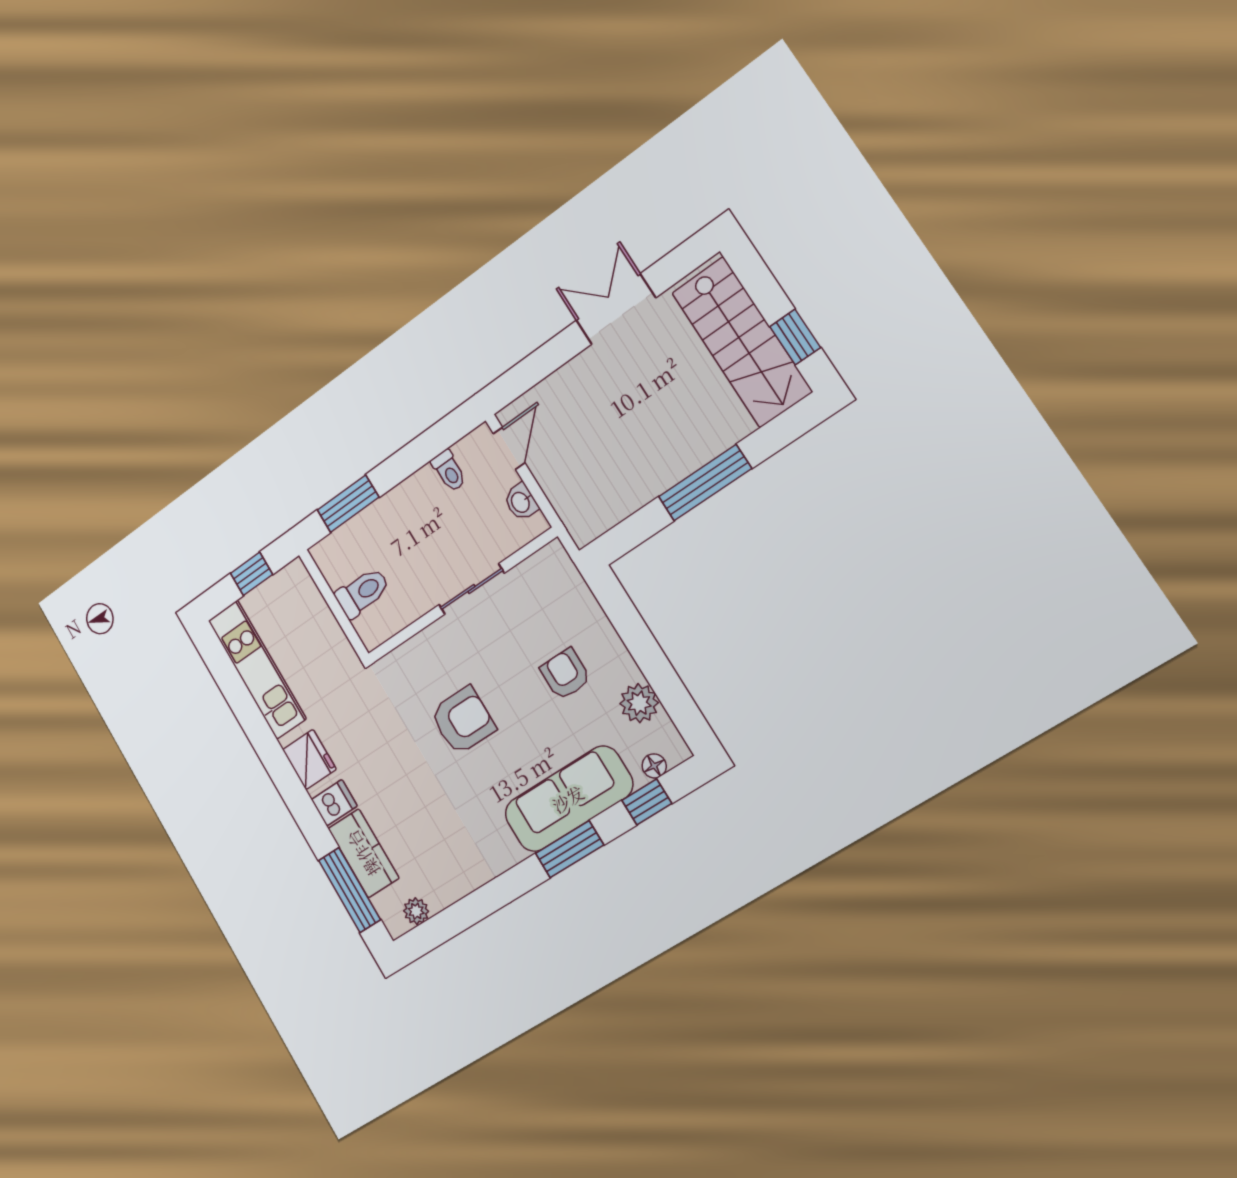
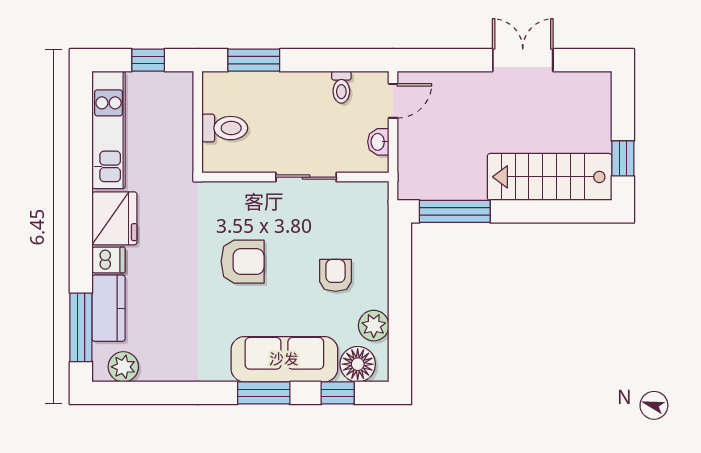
stairs: (742, 342) -> (550, 177), moved, turned 90
window: (705, 483) -> (455, 211), moved
fridge: (309, 759) -> (114, 218), width x1.36, depth x1.34
floor lamp: (654, 766) -> (358, 364), width x1.89, depth x1.89
plant: (416, 911) -> (123, 367), width x1.38, depth x1.38

